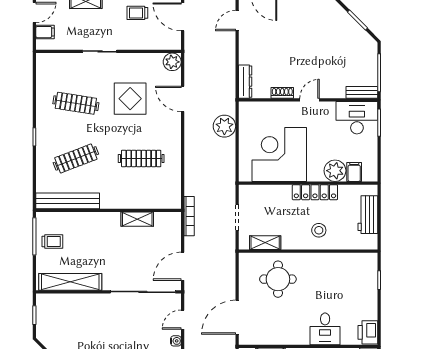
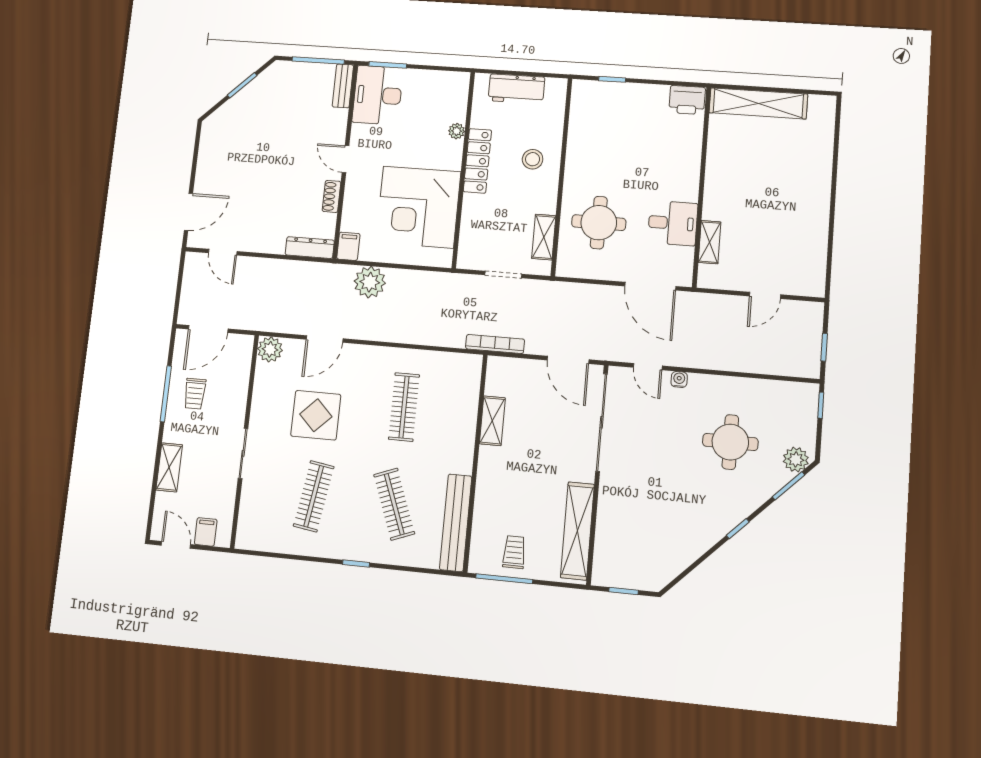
plant: (335, 171) -> (457, 131), width x0.53, depth x0.53
filing cabinet: (354, 172) -> (348, 246), moved, turned 90
desk: (325, 329) -> (673, 223), moved

